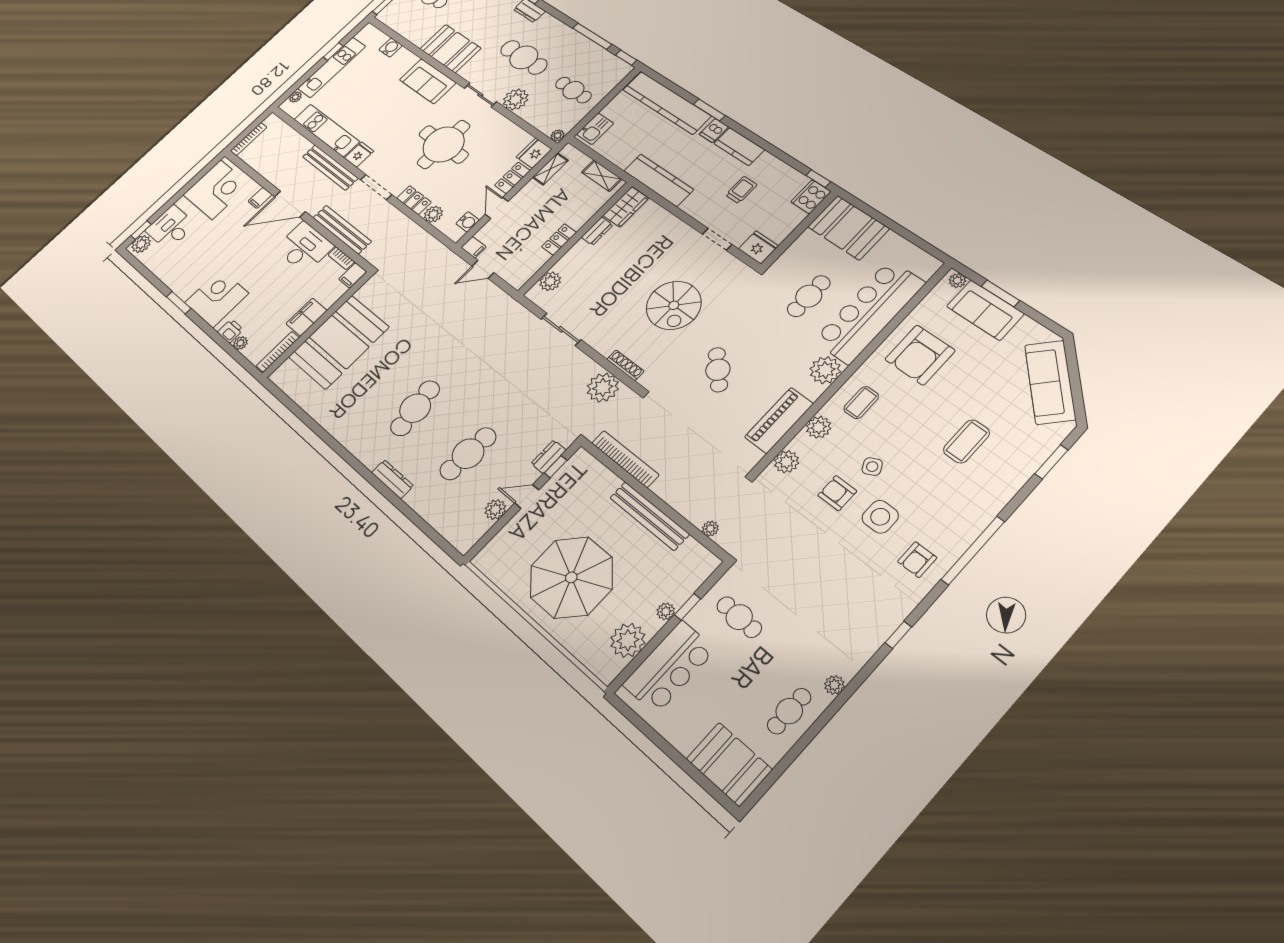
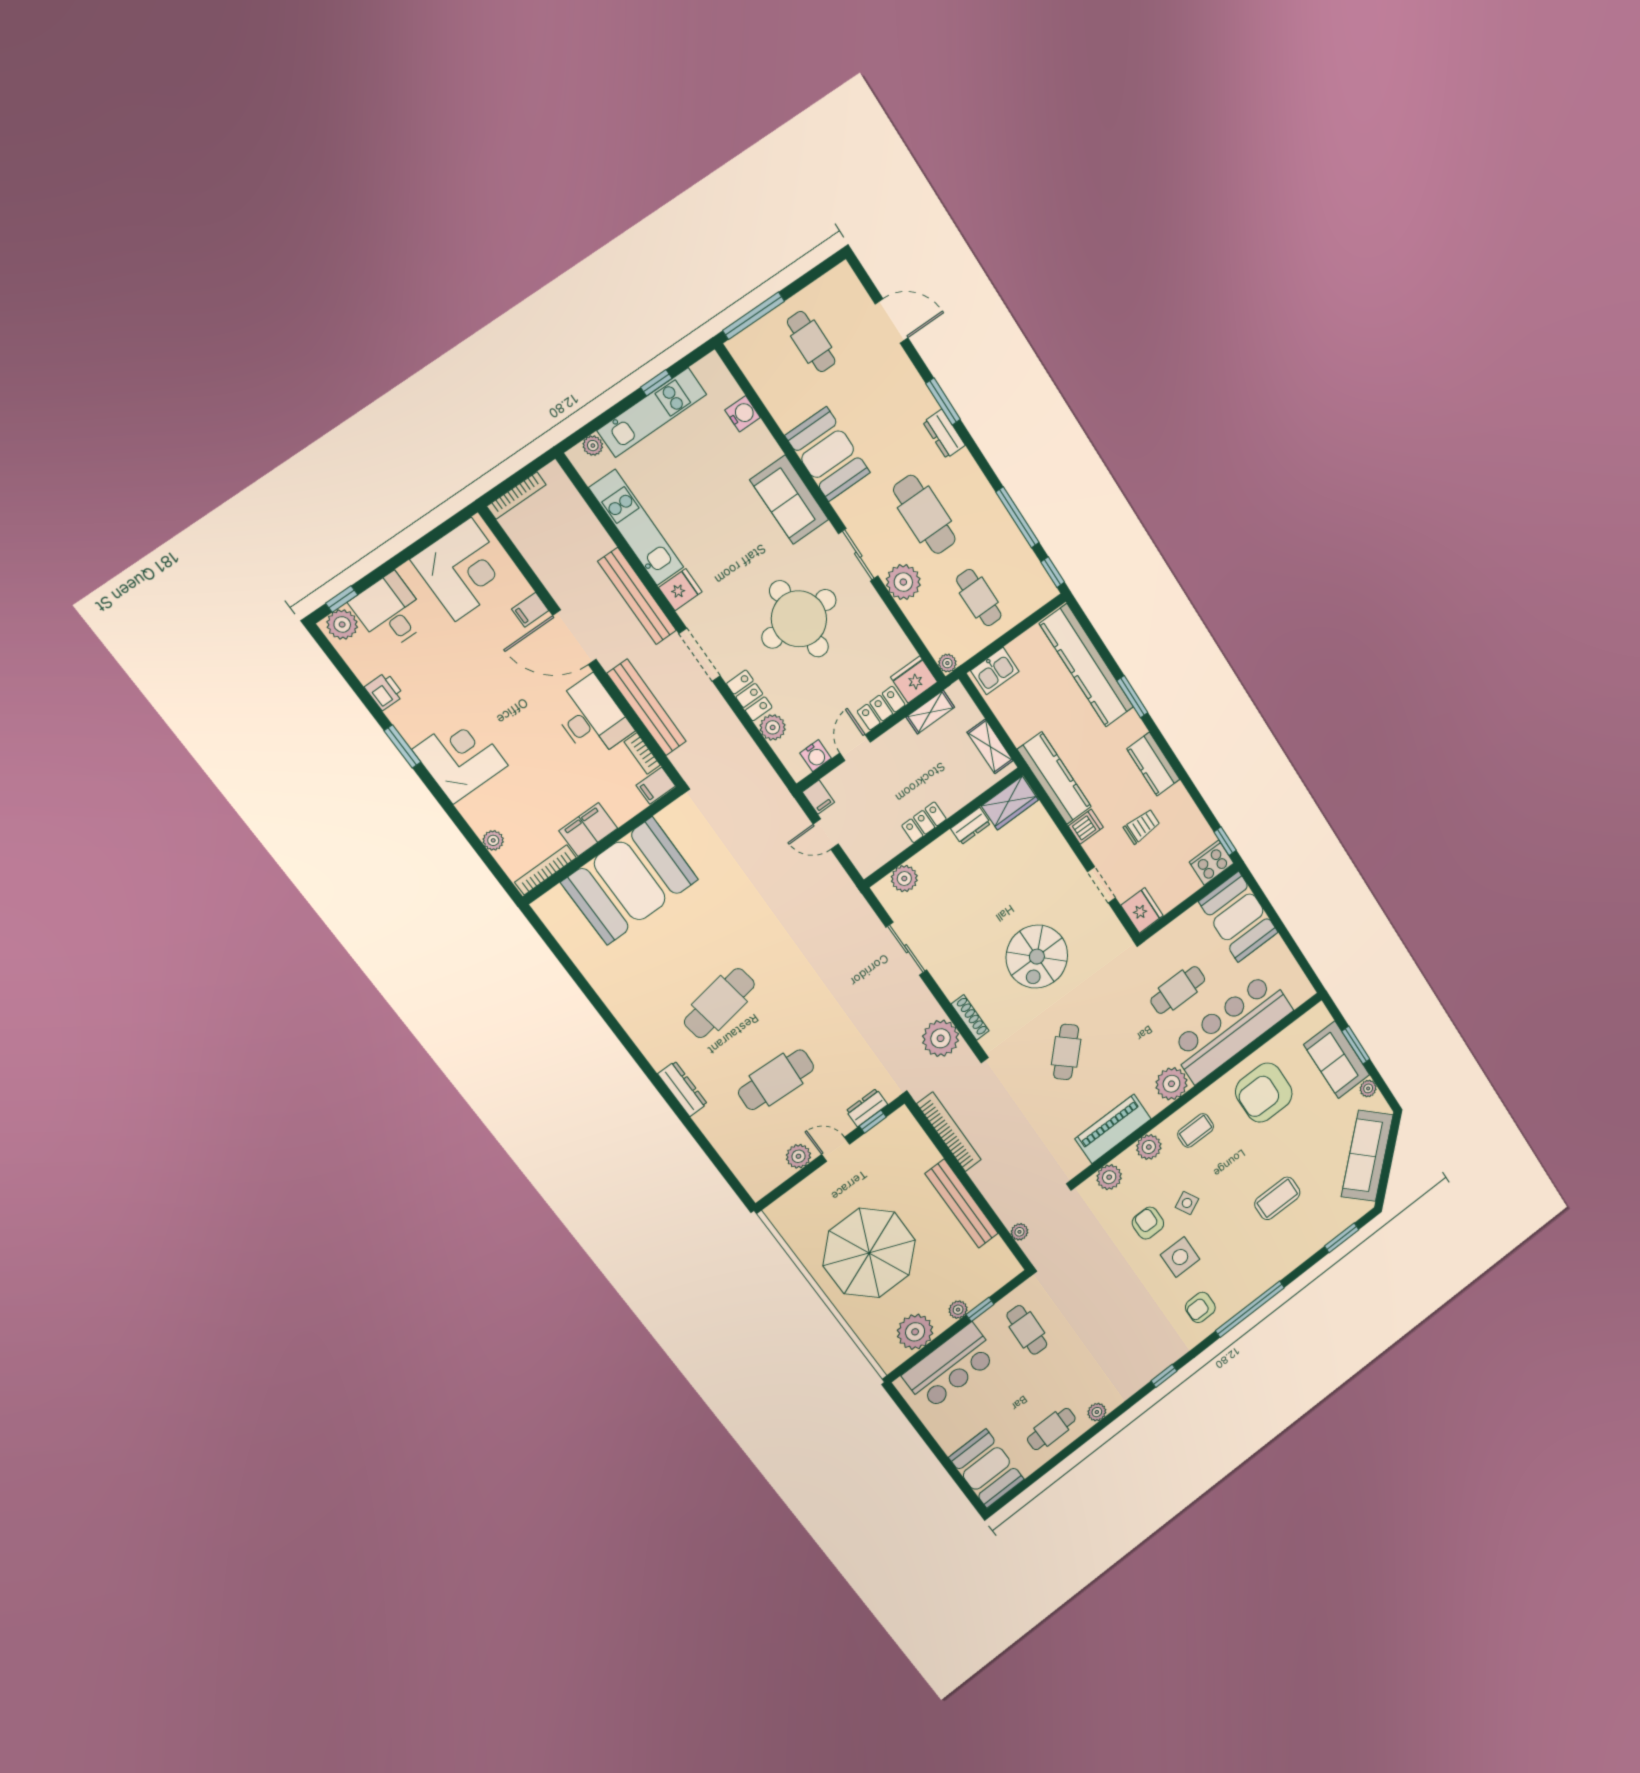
dishwasher: (714, 131) -> (1086, 827), moved, turned 180
plant: (957, 280) -> (1368, 1088), moved
printer: (230, 331) -> (384, 691), moved

